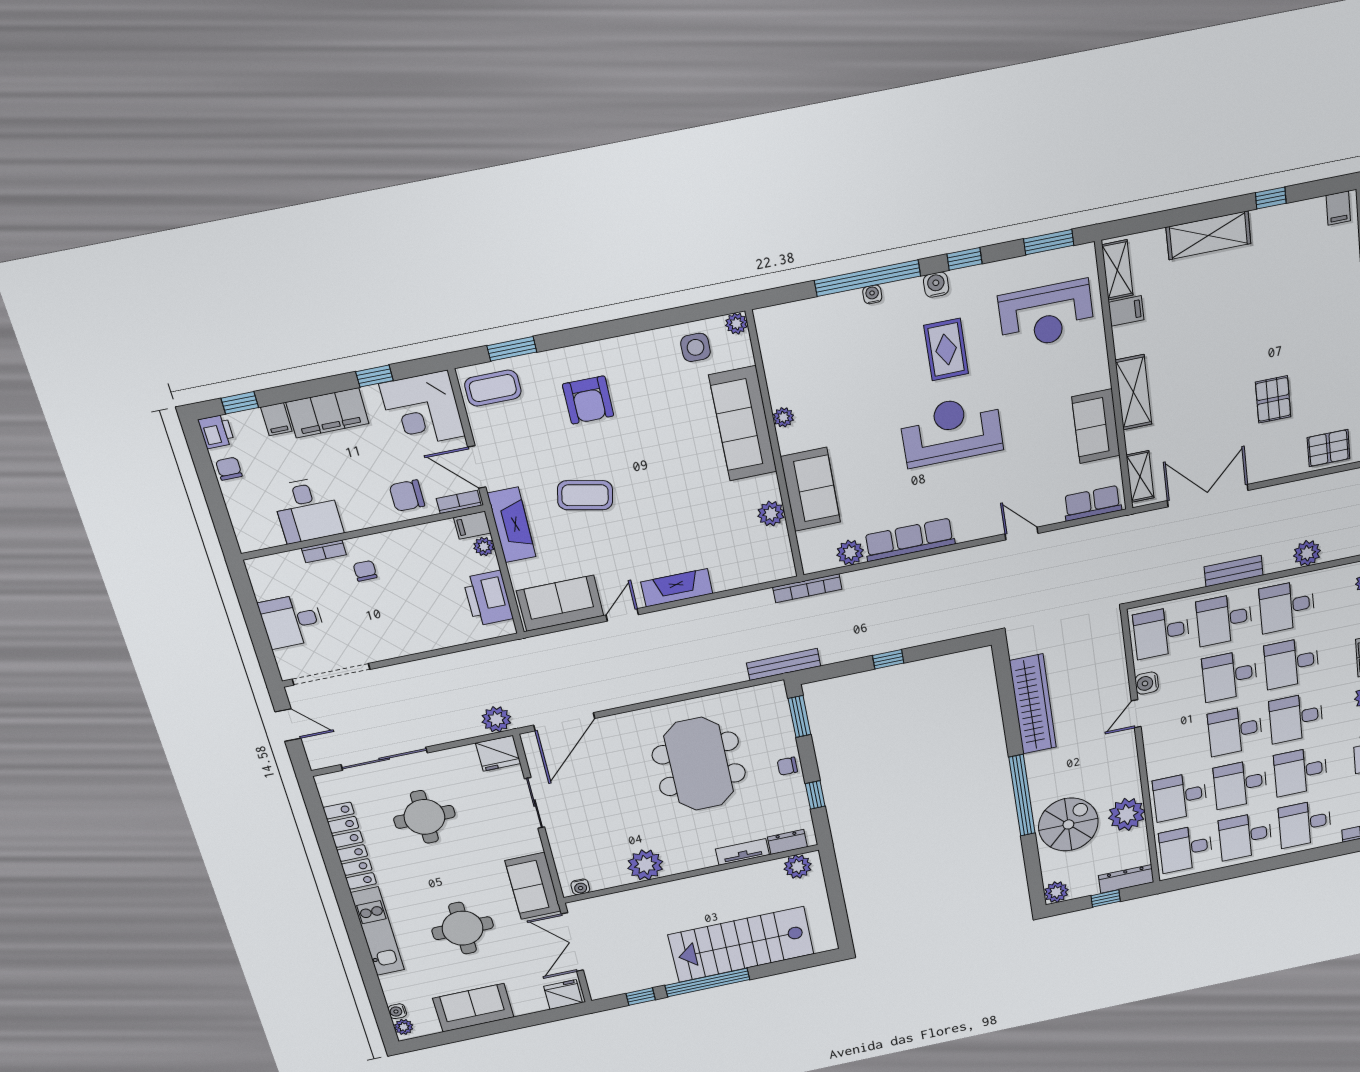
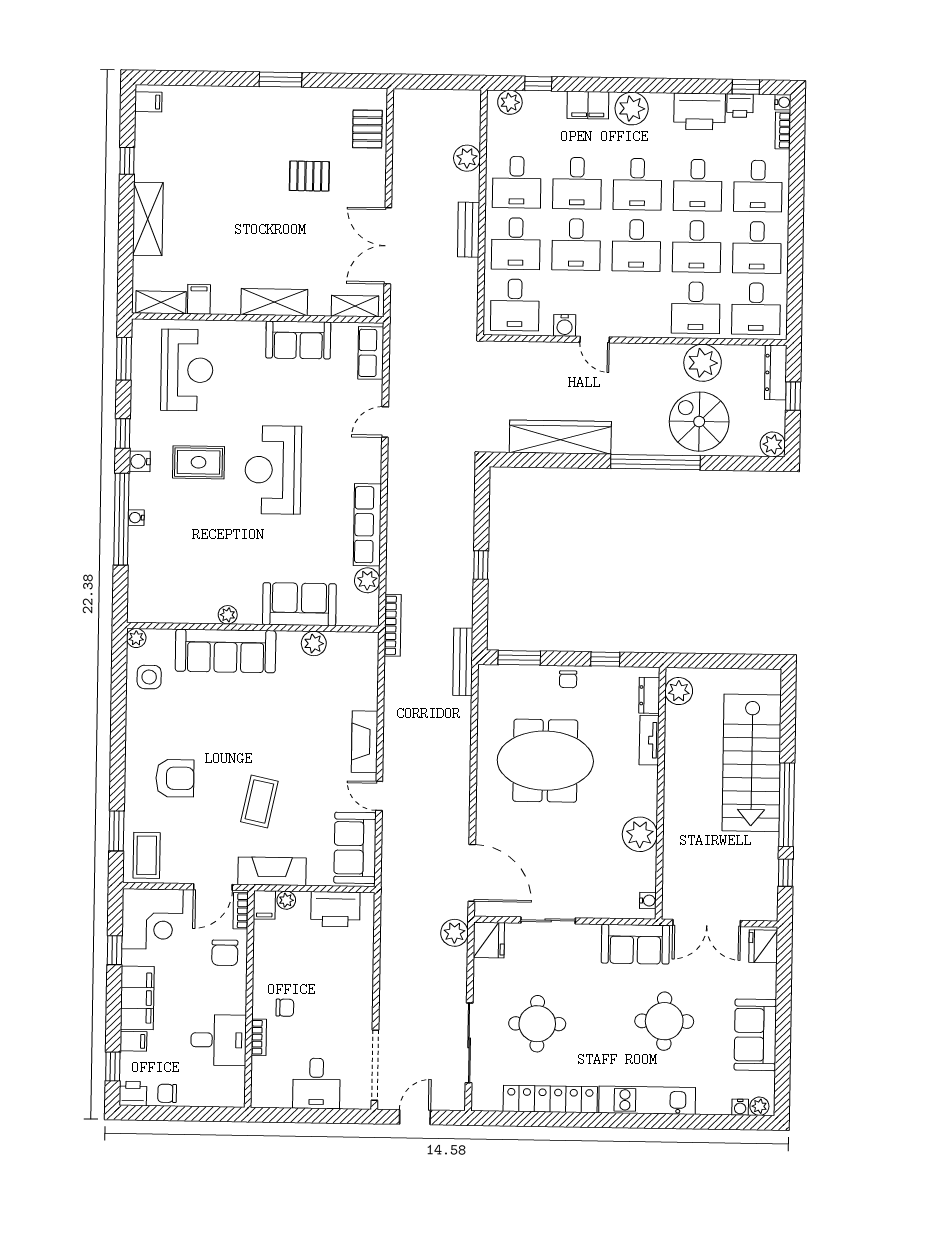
chair: (365, 571) -> (285, 1008), turned 180

